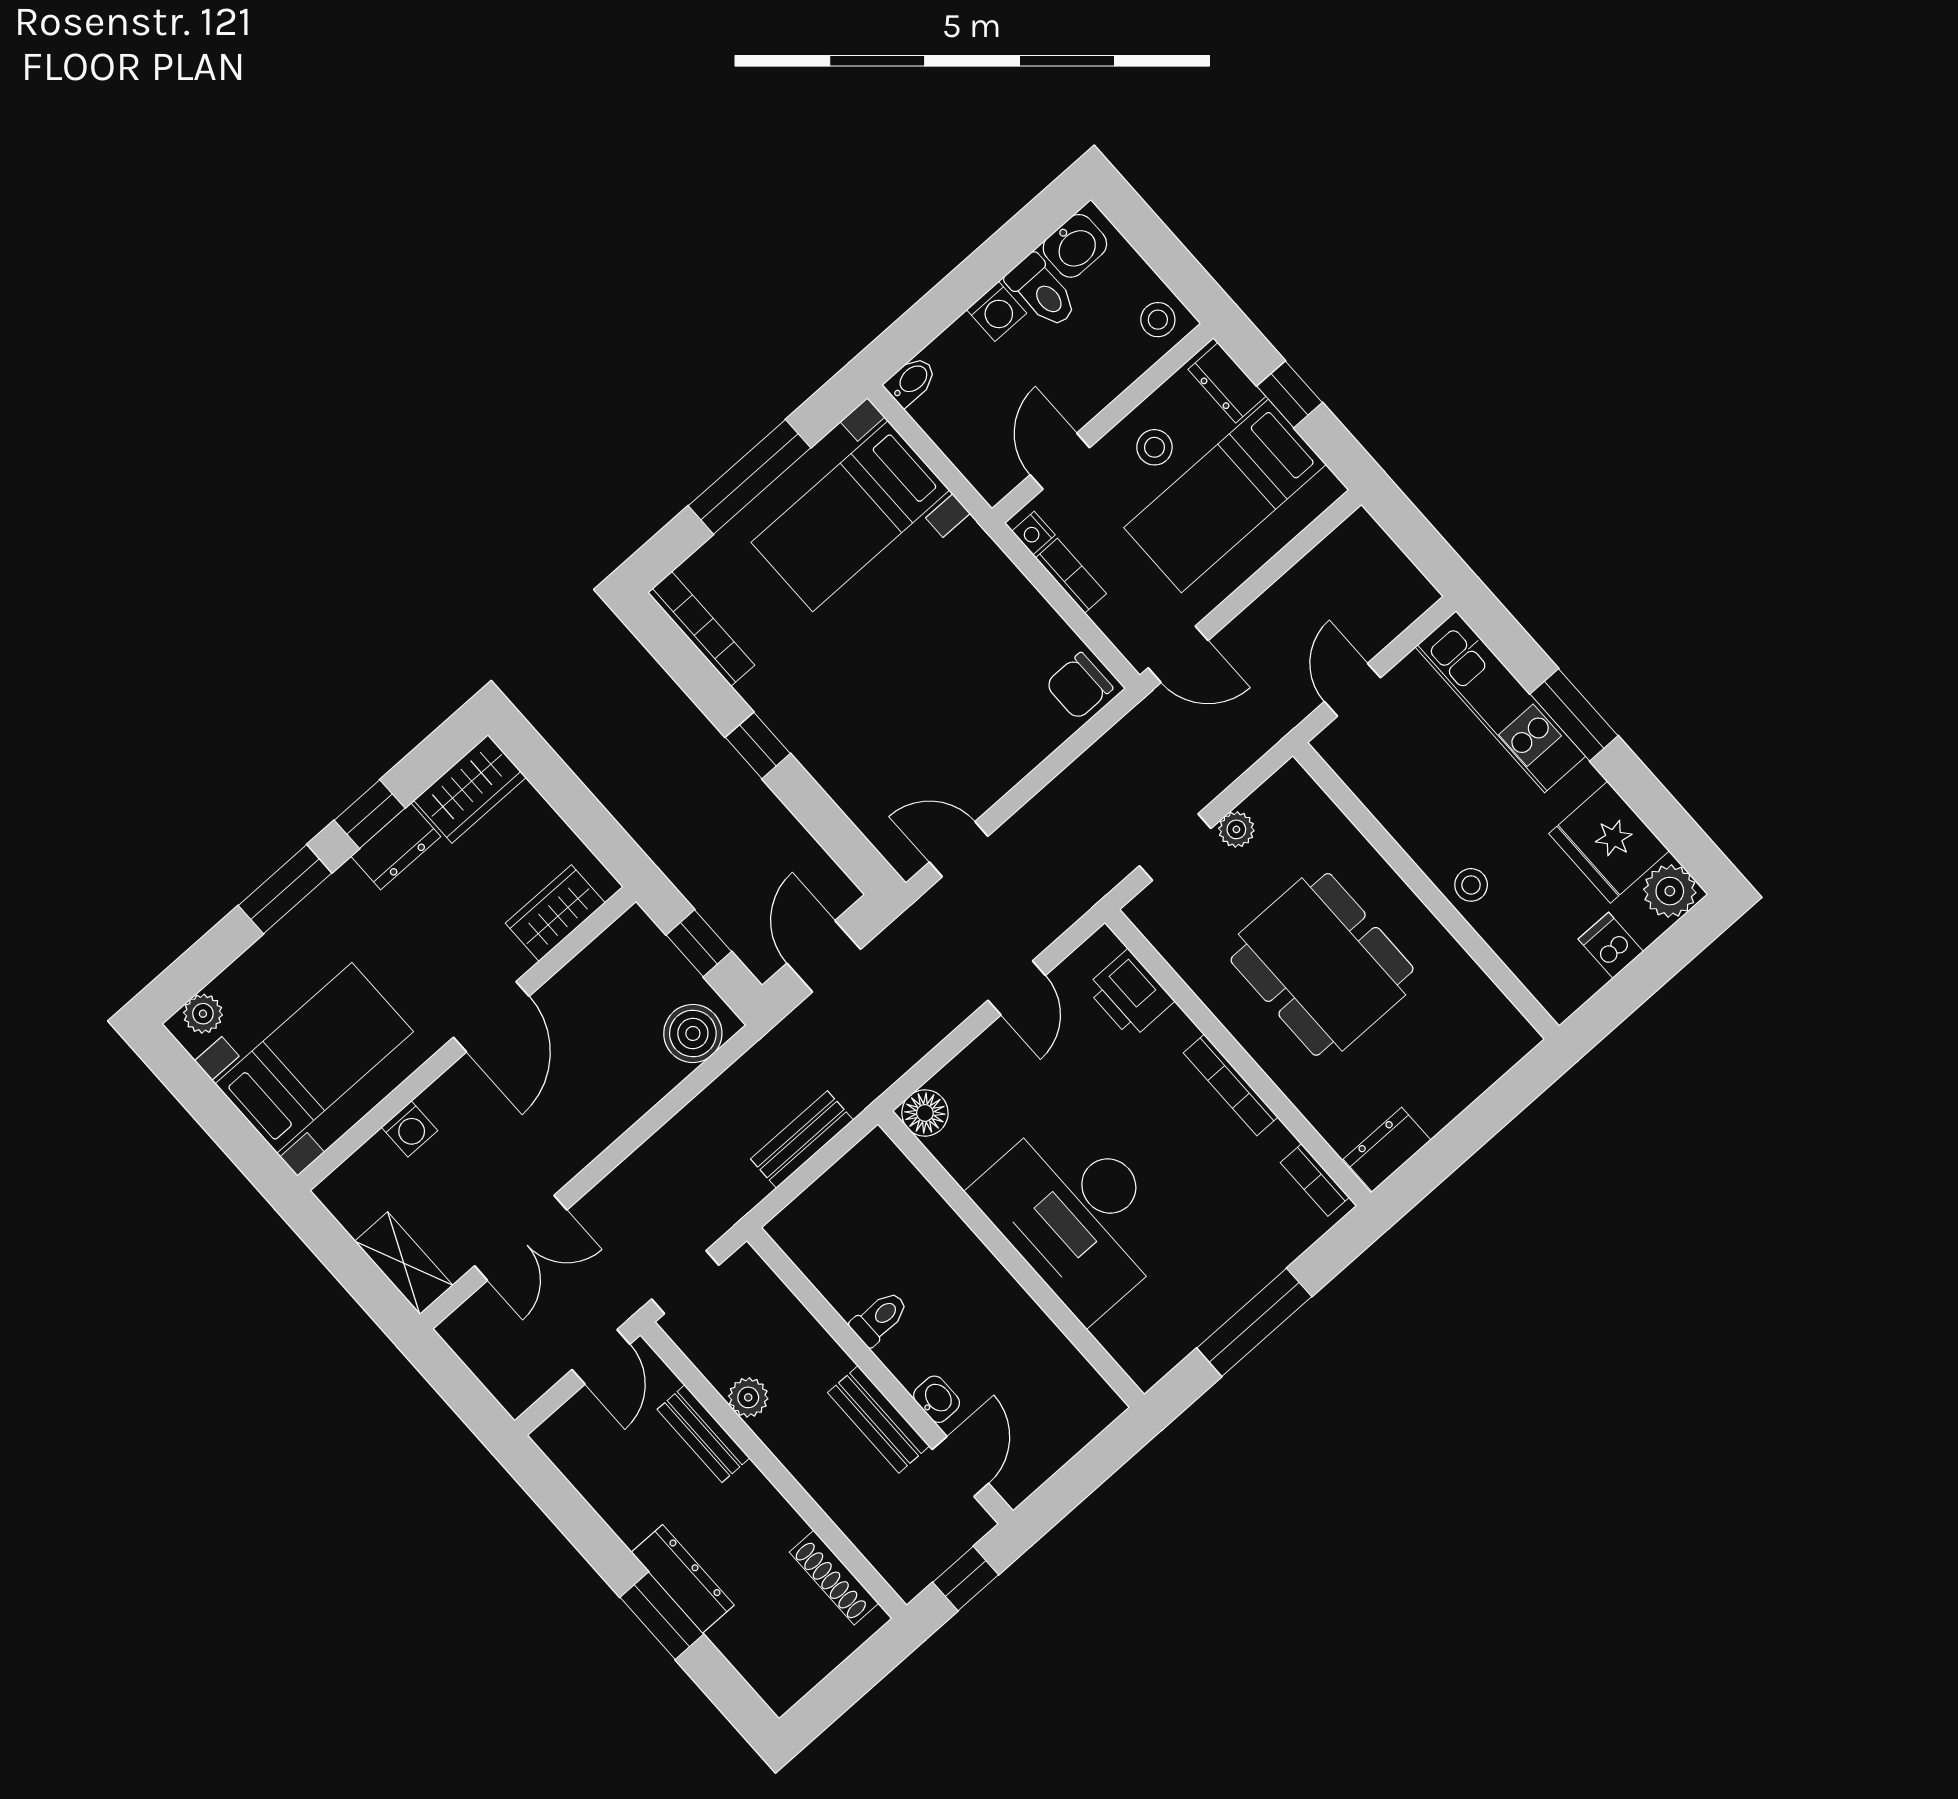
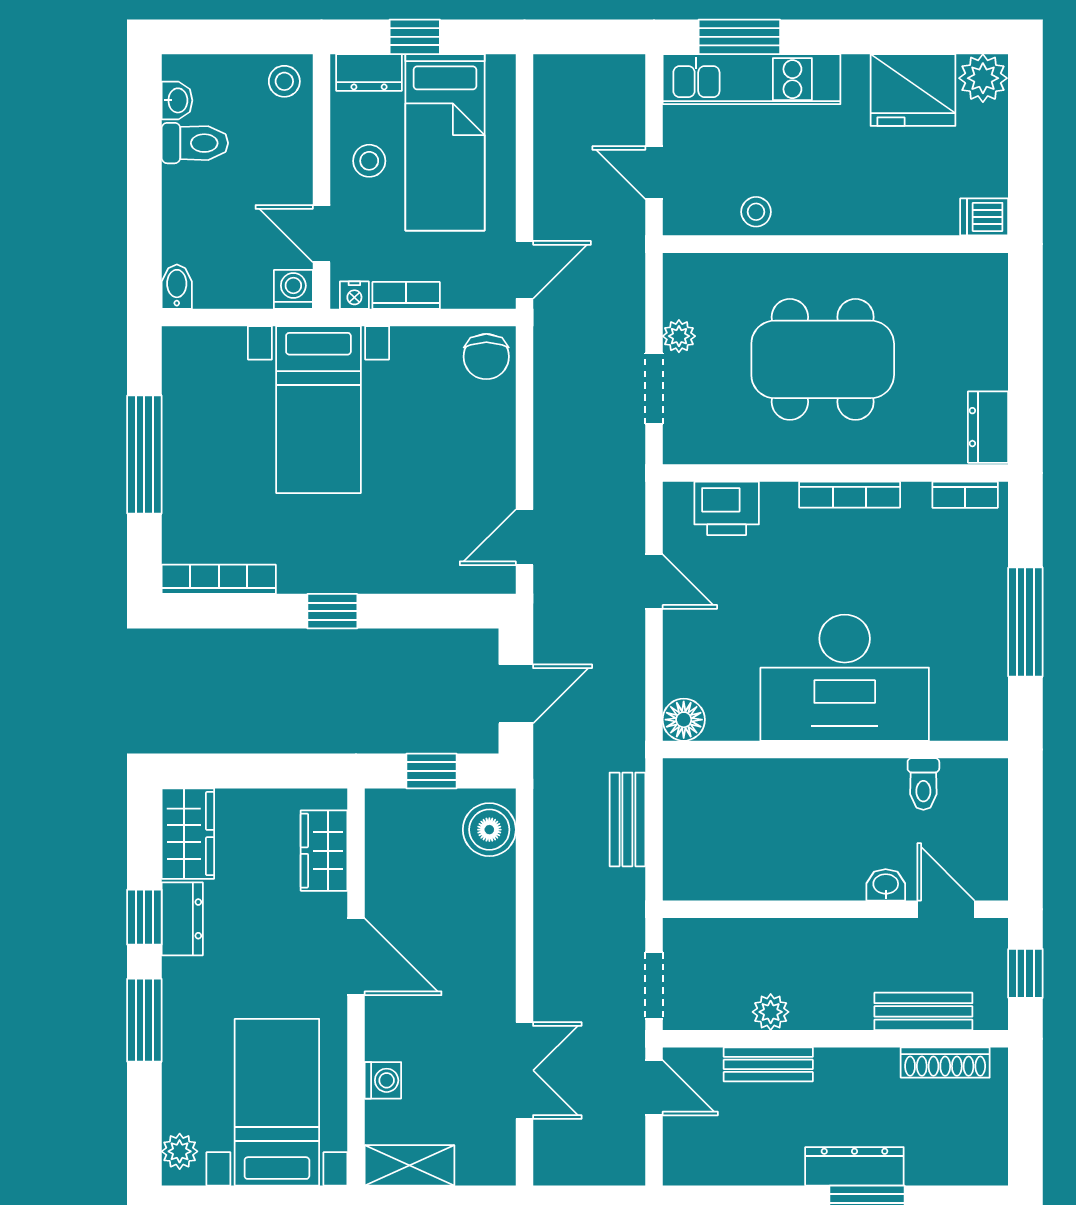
washbasin: (1075, 246) -> (177, 100), width x0.72, depth x0.69
washing machine: (997, 311) -> (293, 289), moved, turned -90
bed with nightstands: (850, 516) -> (318, 410), moved
window: (1574, 715) -> (739, 37), moved
stool: (1471, 885) -> (756, 212), moved
dishwasher: (1611, 945) -> (984, 217), moved
door: (824, 956) -> (516, 694), swing flipped
shelving: (404, 1263) -> (410, 1165), moved
toilet: (879, 1318) -> (923, 784), moved, turned 180
bench: (878, 1419) -> (923, 1011), moved

